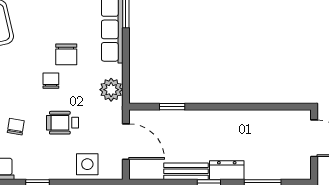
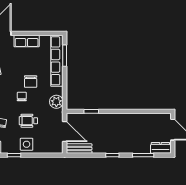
side table: (87, 164) -> (27, 144), moved
dresser: (227, 170) -> (160, 148), moved
bench: (186, 171) -> (79, 149), moved

